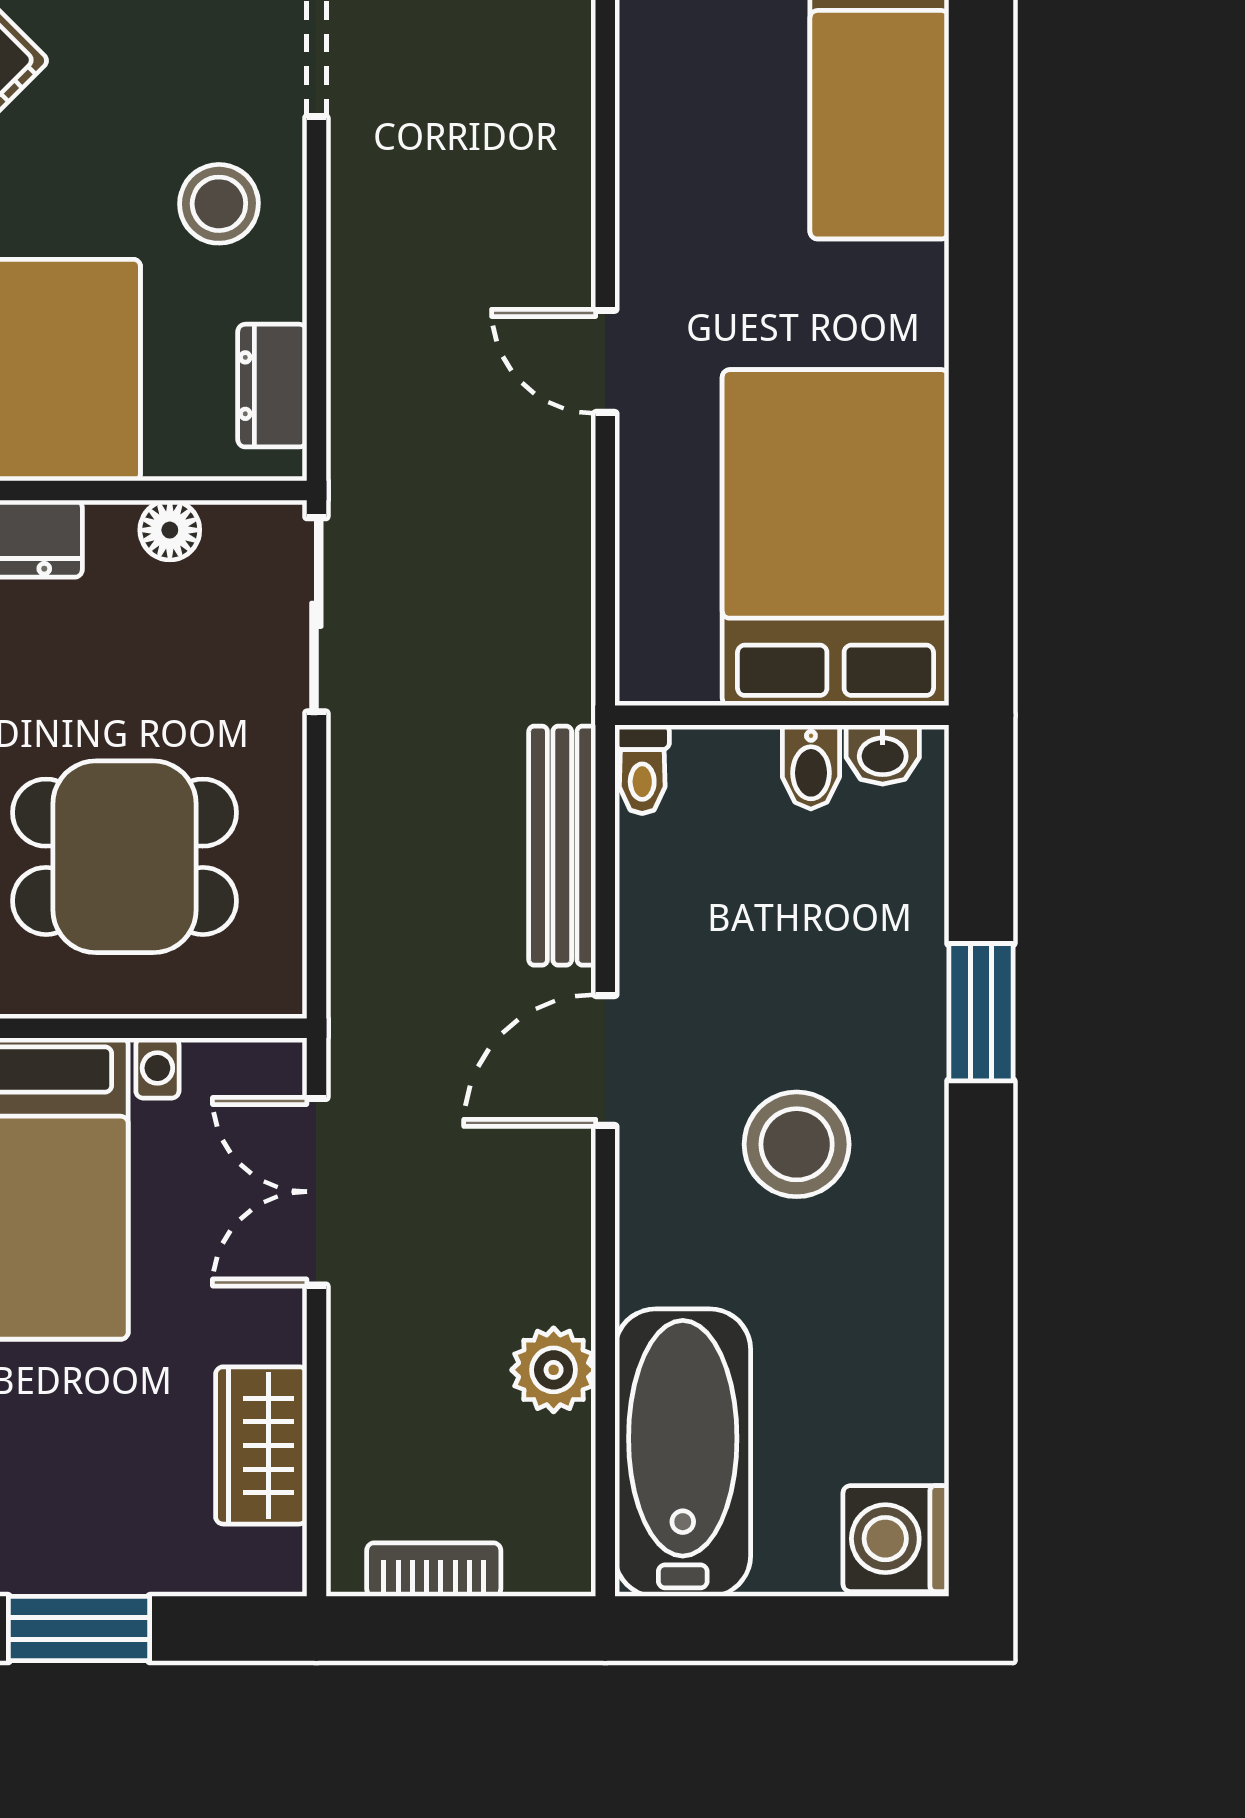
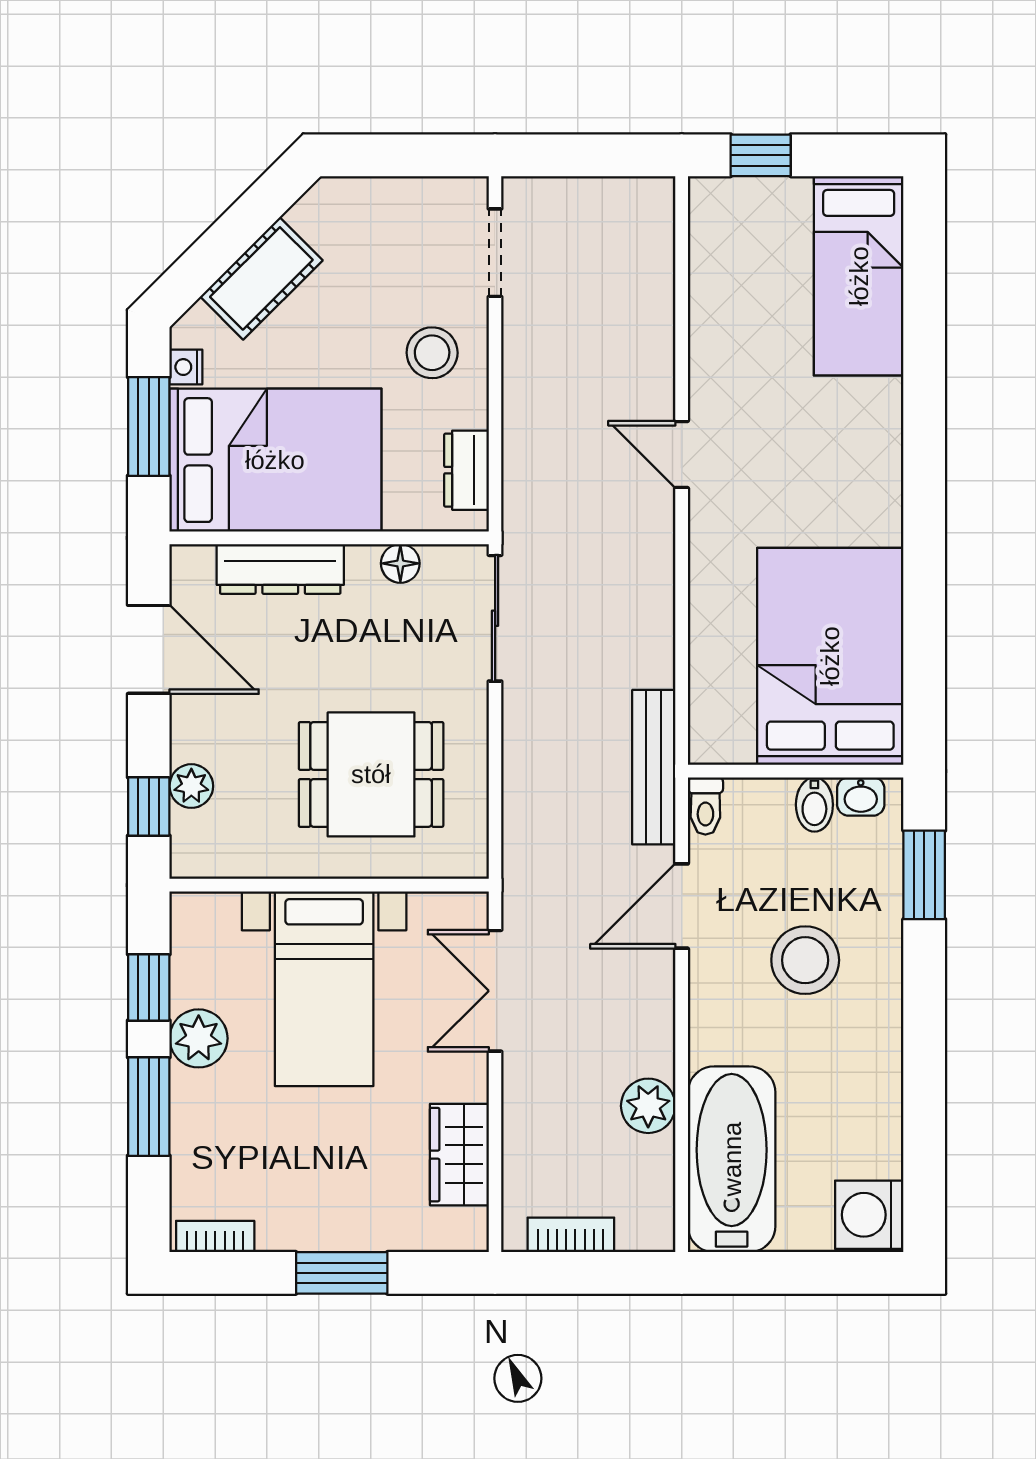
bed: (836, 538) -> (830, 656), moved
wall: (782, 715) -> (796, 771), moved
washbasin: (883, 754) -> (861, 797), moved
bidet: (811, 767) -> (814, 805), moved
toilet: (642, 769) -> (705, 806), moved

